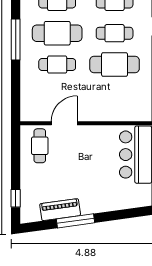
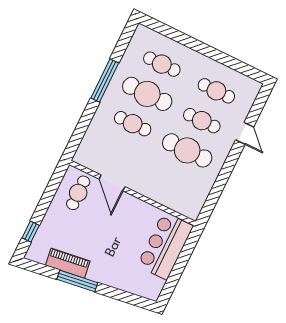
door: (64, 123) -> (112, 183), swing flipped

